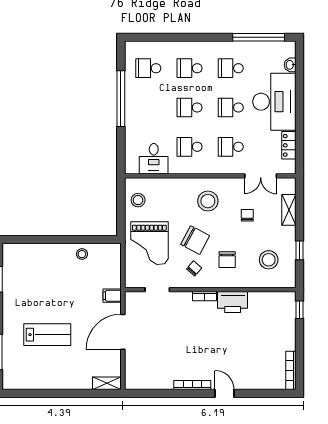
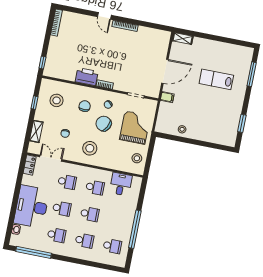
locker: (289, 145) -> (30, 165), moved

